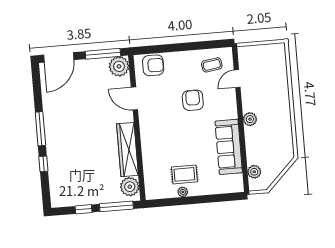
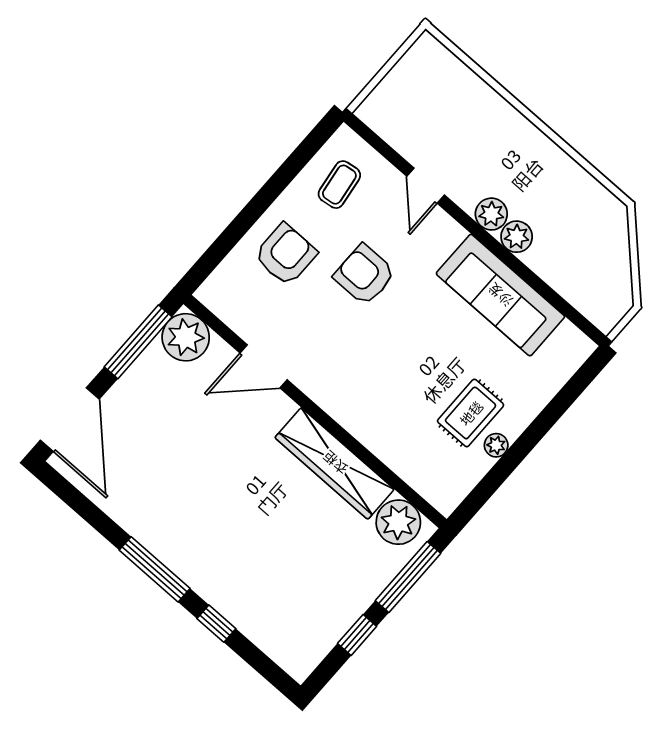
armchair: (153, 65) -> (286, 254), moved
door: (237, 79) -> (426, 186), moved
plant: (254, 172) -> (517, 237), moved

